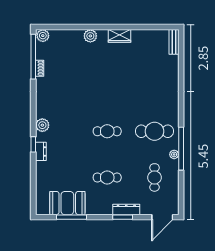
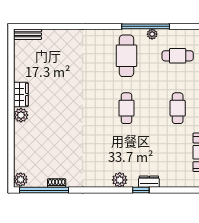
plant: (90, 36) -> (21, 115), moved

